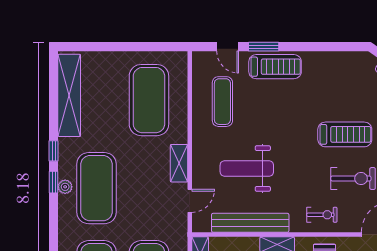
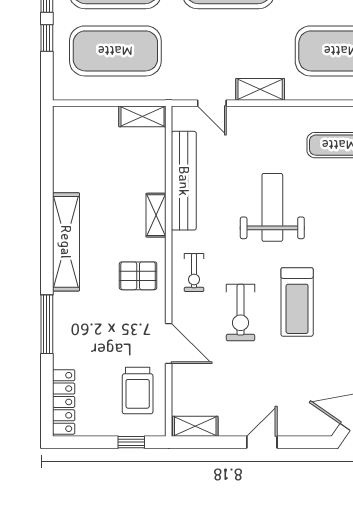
weight bench: (247, 168) -> (272, 207), moved

